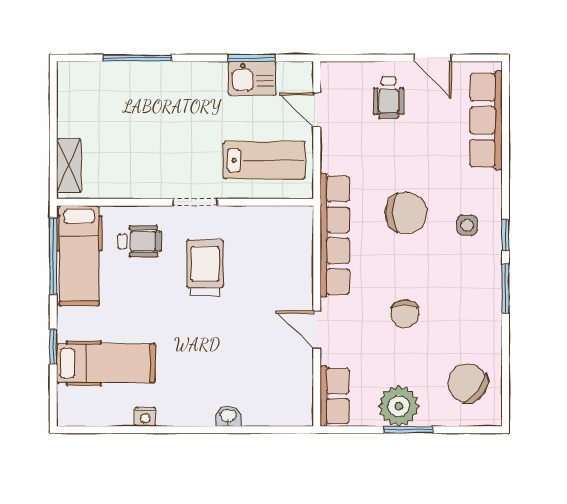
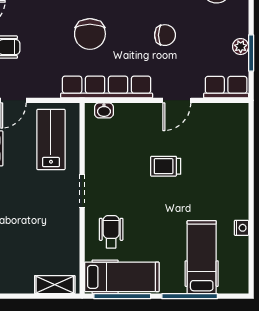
chair: (406, 213) -> (90, 34), turned 180
trolley: (205, 268) -> (166, 166), moved, width x0.73, depth x0.72
window: (53, 347) -> (190, 296), width x2.17
plant: (399, 406) -> (241, 47), width x0.53, depth x0.53
washbasin: (228, 416) -> (104, 110), moved, turned -90
window: (408, 430) -> (251, 53), moved

